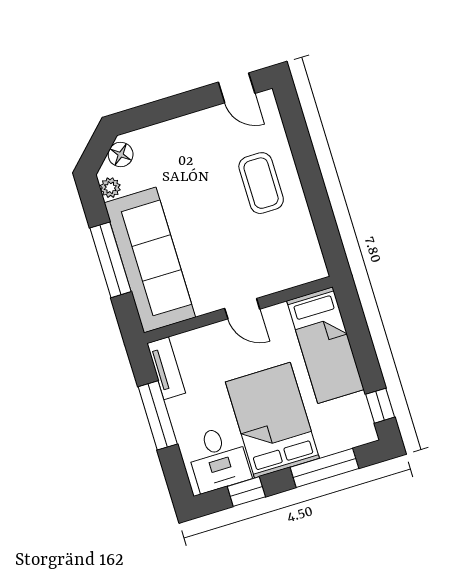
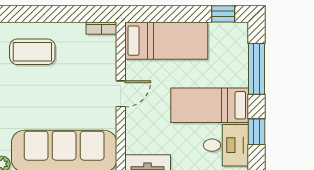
bookcase: (316, 260) -> (101, 28), added
bed: (272, 420) -> (210, 105), width x0.67

